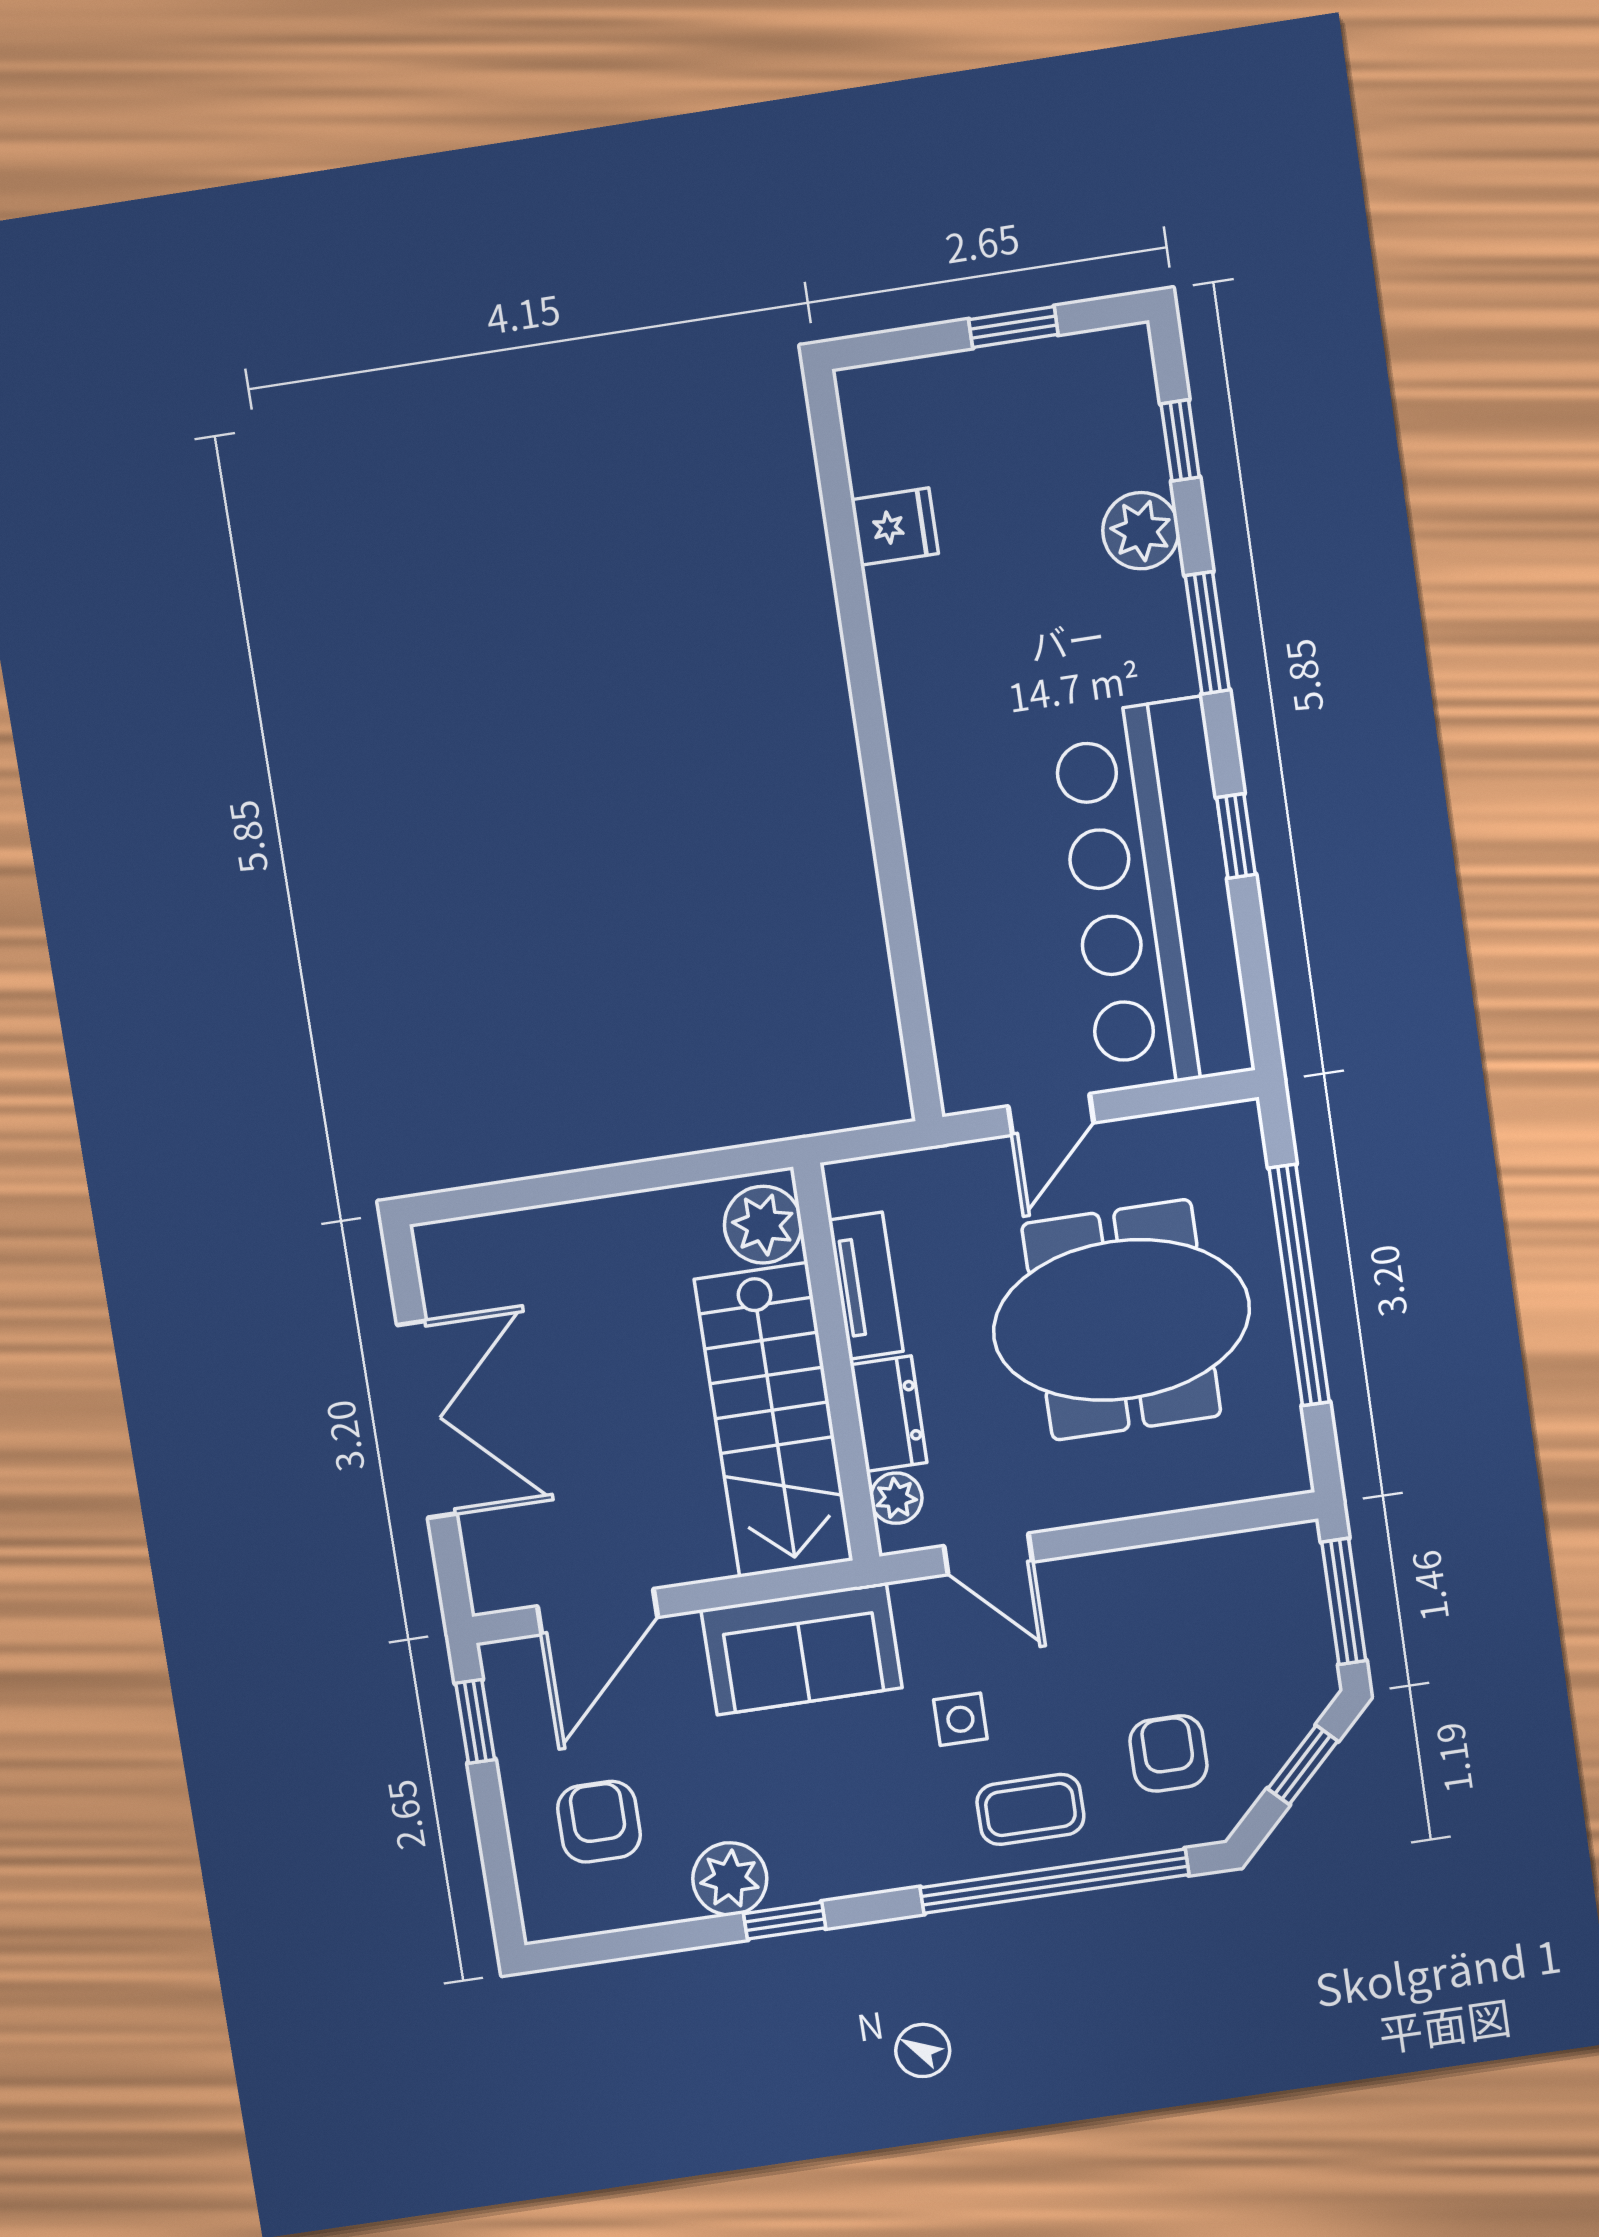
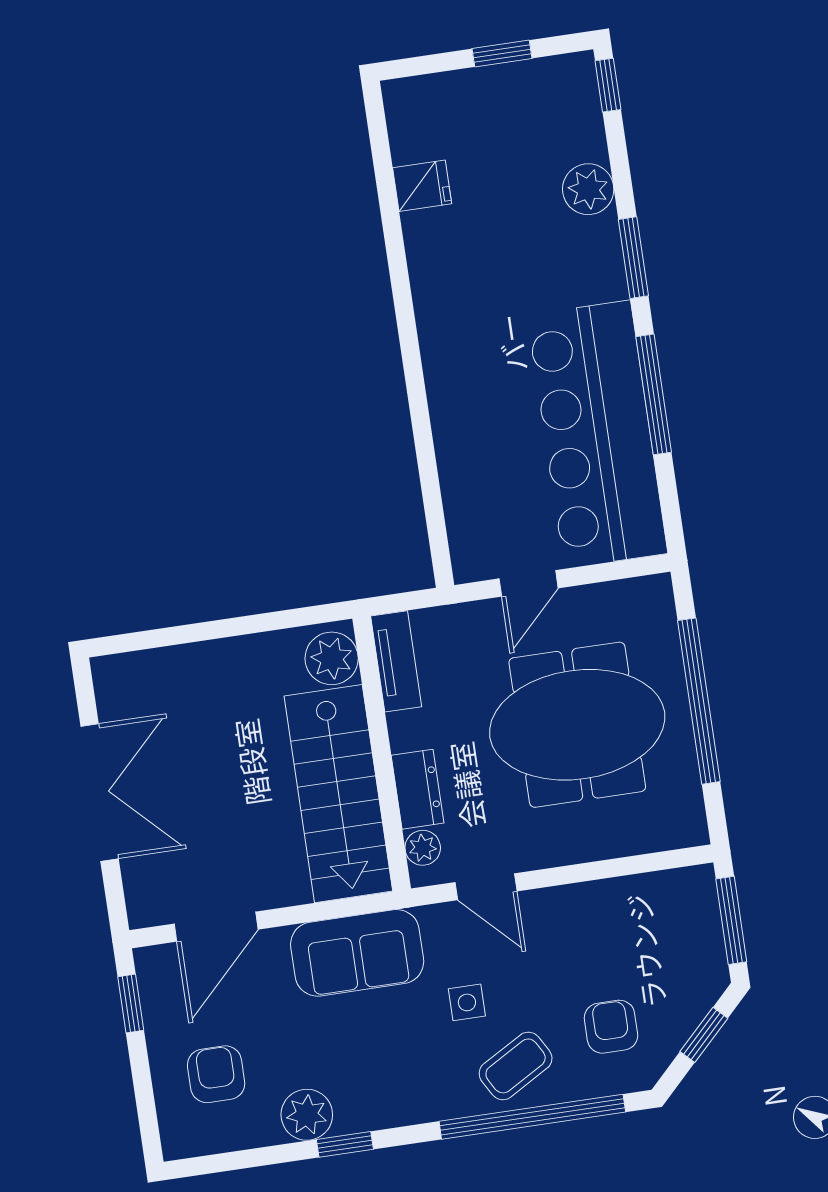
window: (1180, 440) -> (608, 85), moved
window: (1236, 836) -> (654, 394), width x2.17
tv unit: (866, 1286) -> (396, 661), moved
coffee table: (1030, 1809) -> (516, 1066), turned -30

